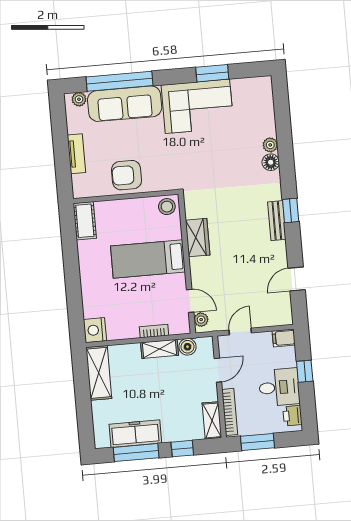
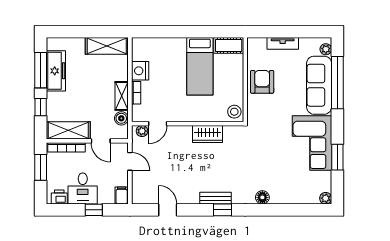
plant: (270, 145) -> (326, 198), moved
bed: (148, 259) -> (200, 66), moved, turned 180
nightstand: (95, 330) -> (140, 71), moved, turned -90
shelving: (212, 420) -> (68, 130), width x1.50, depth x1.33

